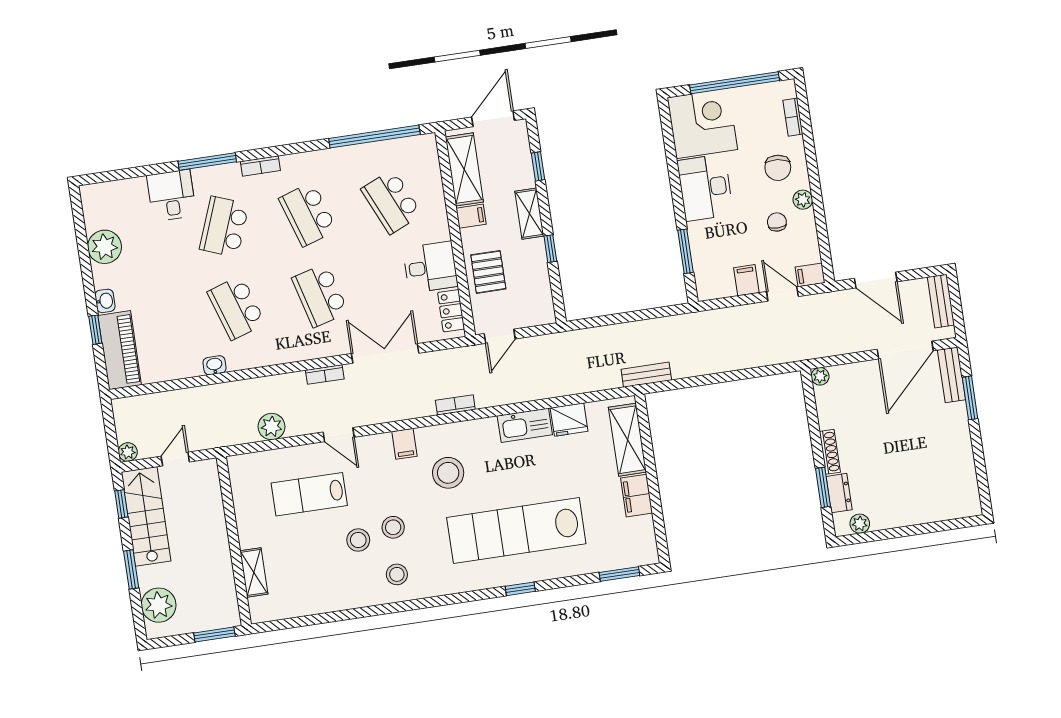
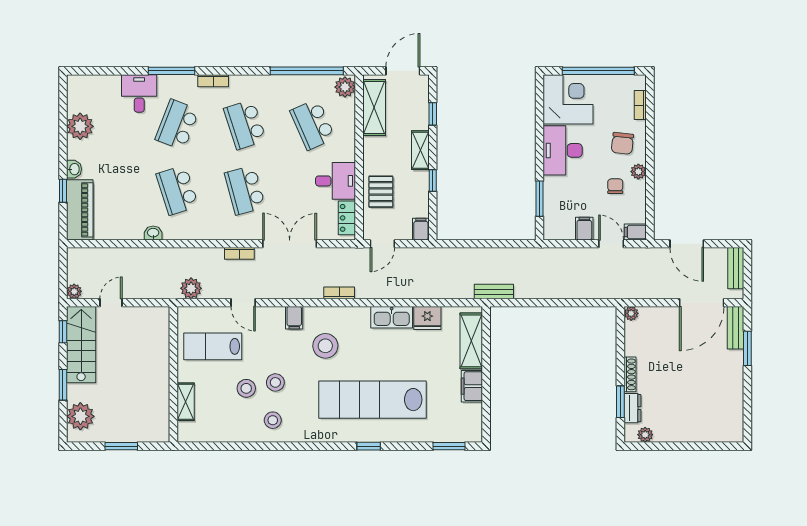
plant: (425, 149) -> (345, 87), added
filing cabinet: (471, 216) -> (421, 229), moved, turned -90
wall: (234, 541) -> (173, 374), moved
shelving: (254, 572) -> (186, 402), moved

